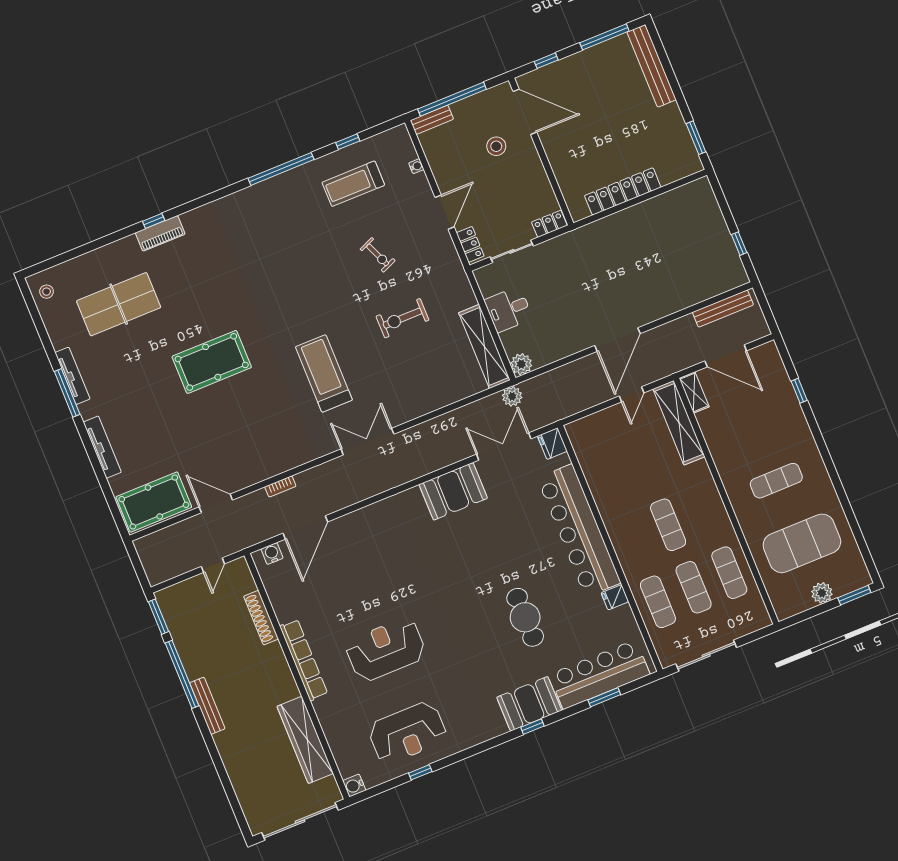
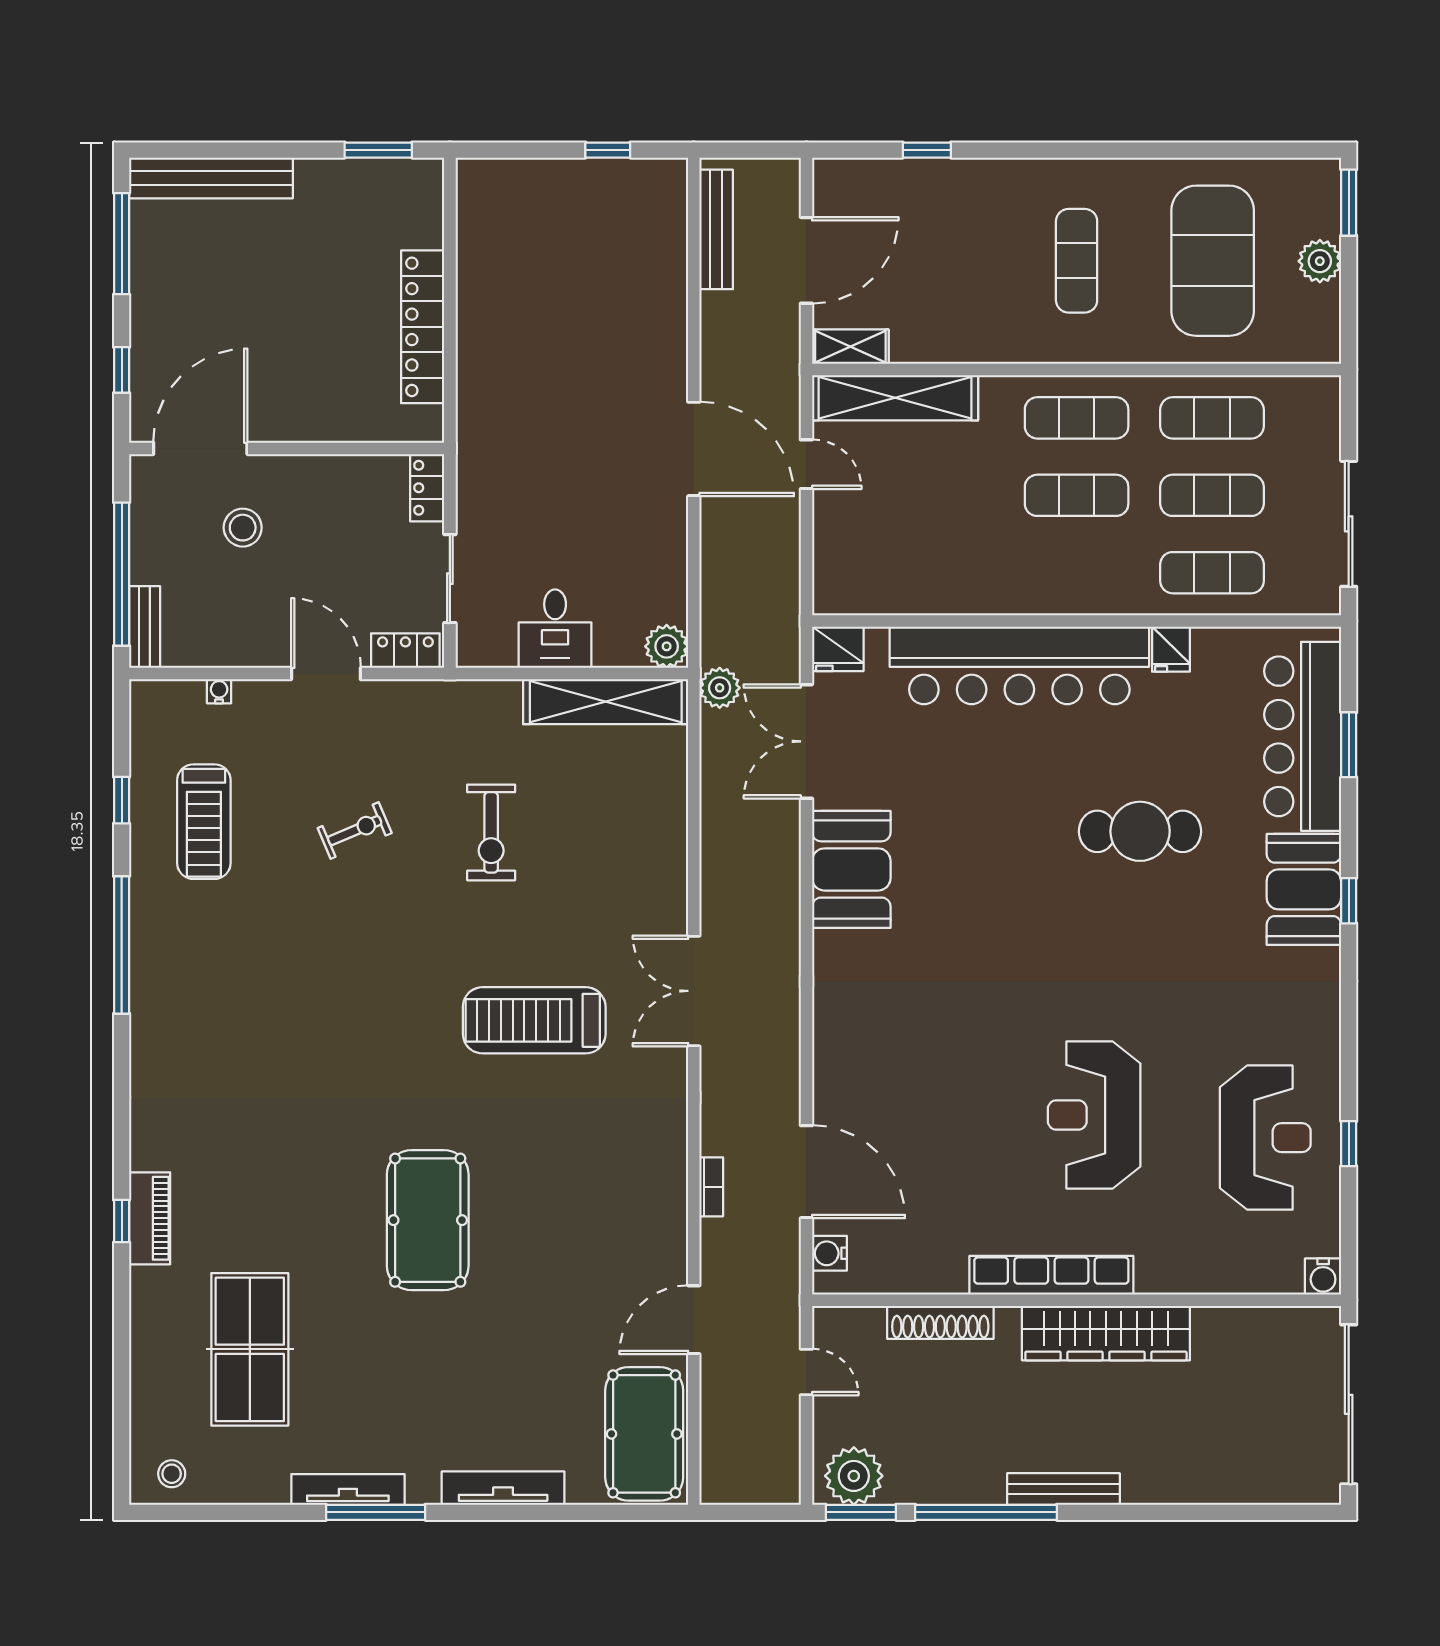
exercise mat: (704, 510) -> (1077, 418), added
plant: (174, 607) -> (854, 1476), added
wardrobe: (305, 740) -> (1106, 1333), moved

